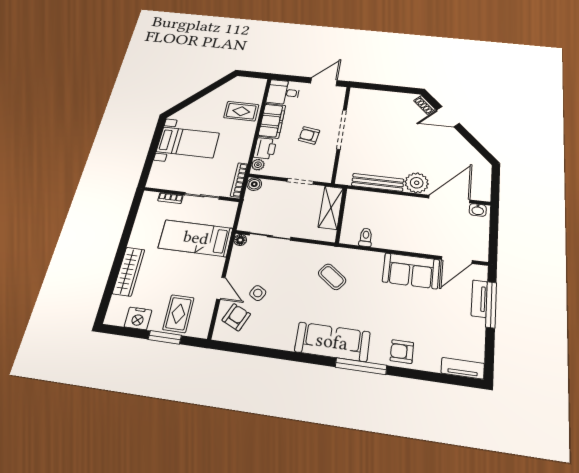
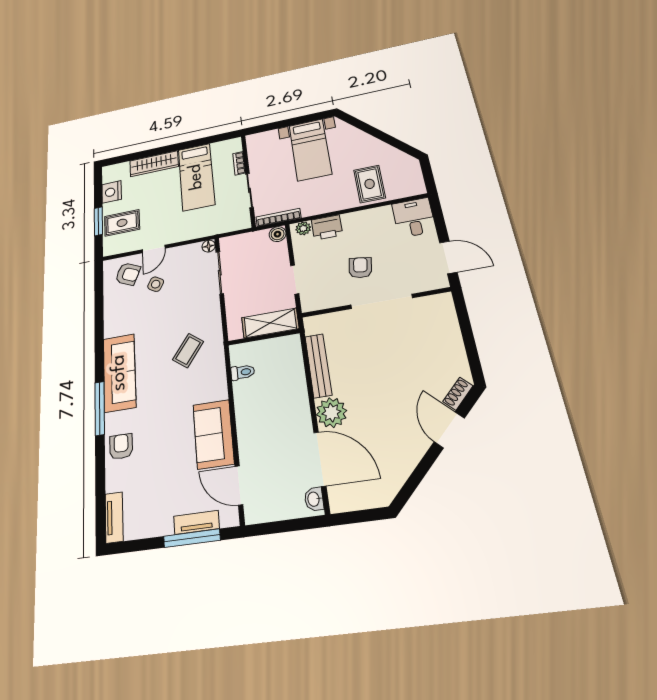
filing cabinet: (272, 121) -> (367, 221), removed
bed: (196, 238) -> (196, 177), moved, turned 180

